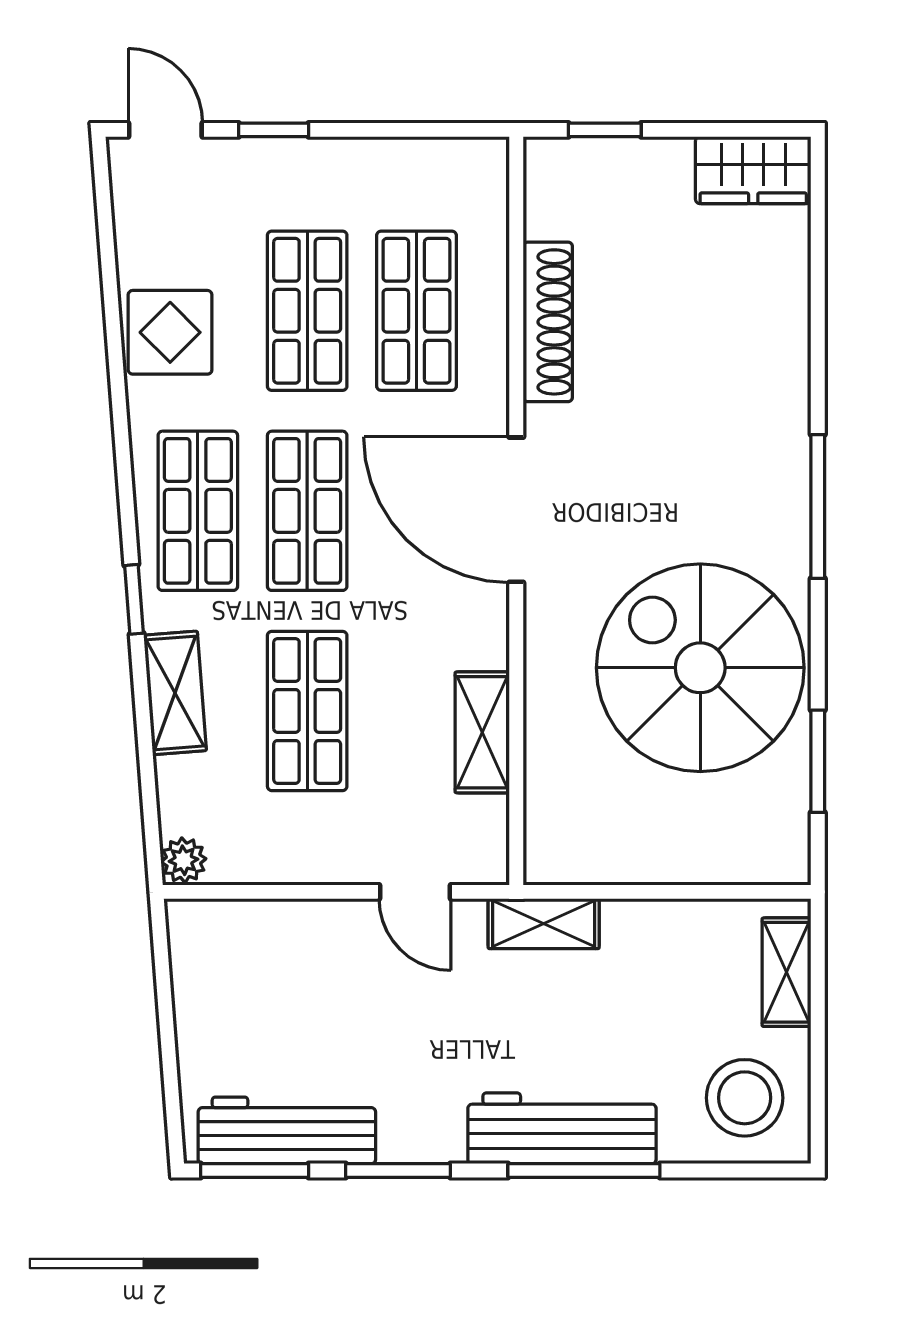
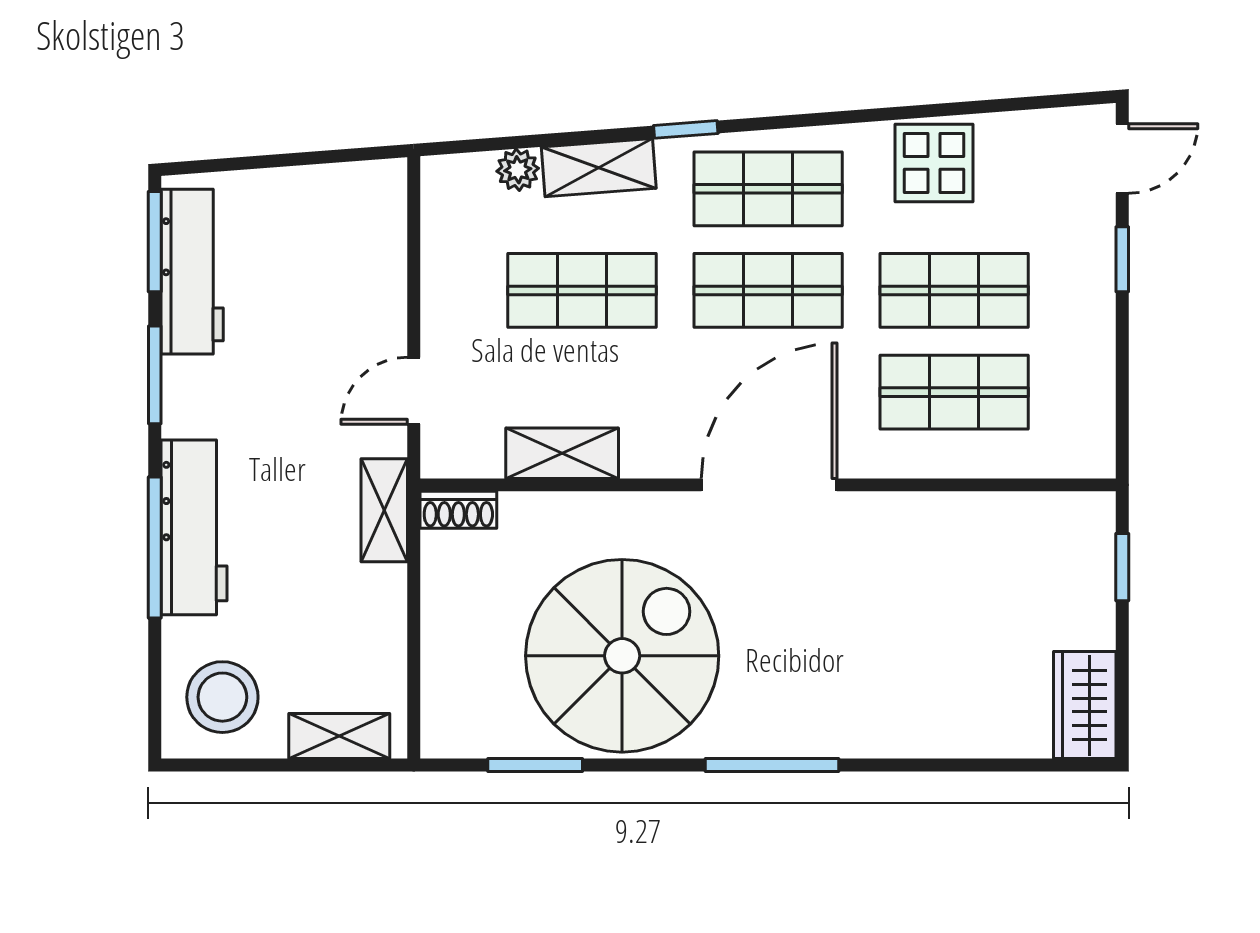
shoe rack: (548, 322) -> (458, 510), moved, width x0.51, depth x0.81
plant: (183, 860) -> (518, 170), moved

